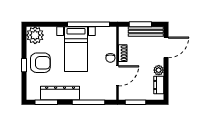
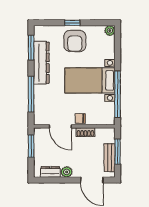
bench: (146, 31) -> (110, 158), width x0.73
plant: (35, 35) -> (110, 31), width x0.53, depth x0.53

